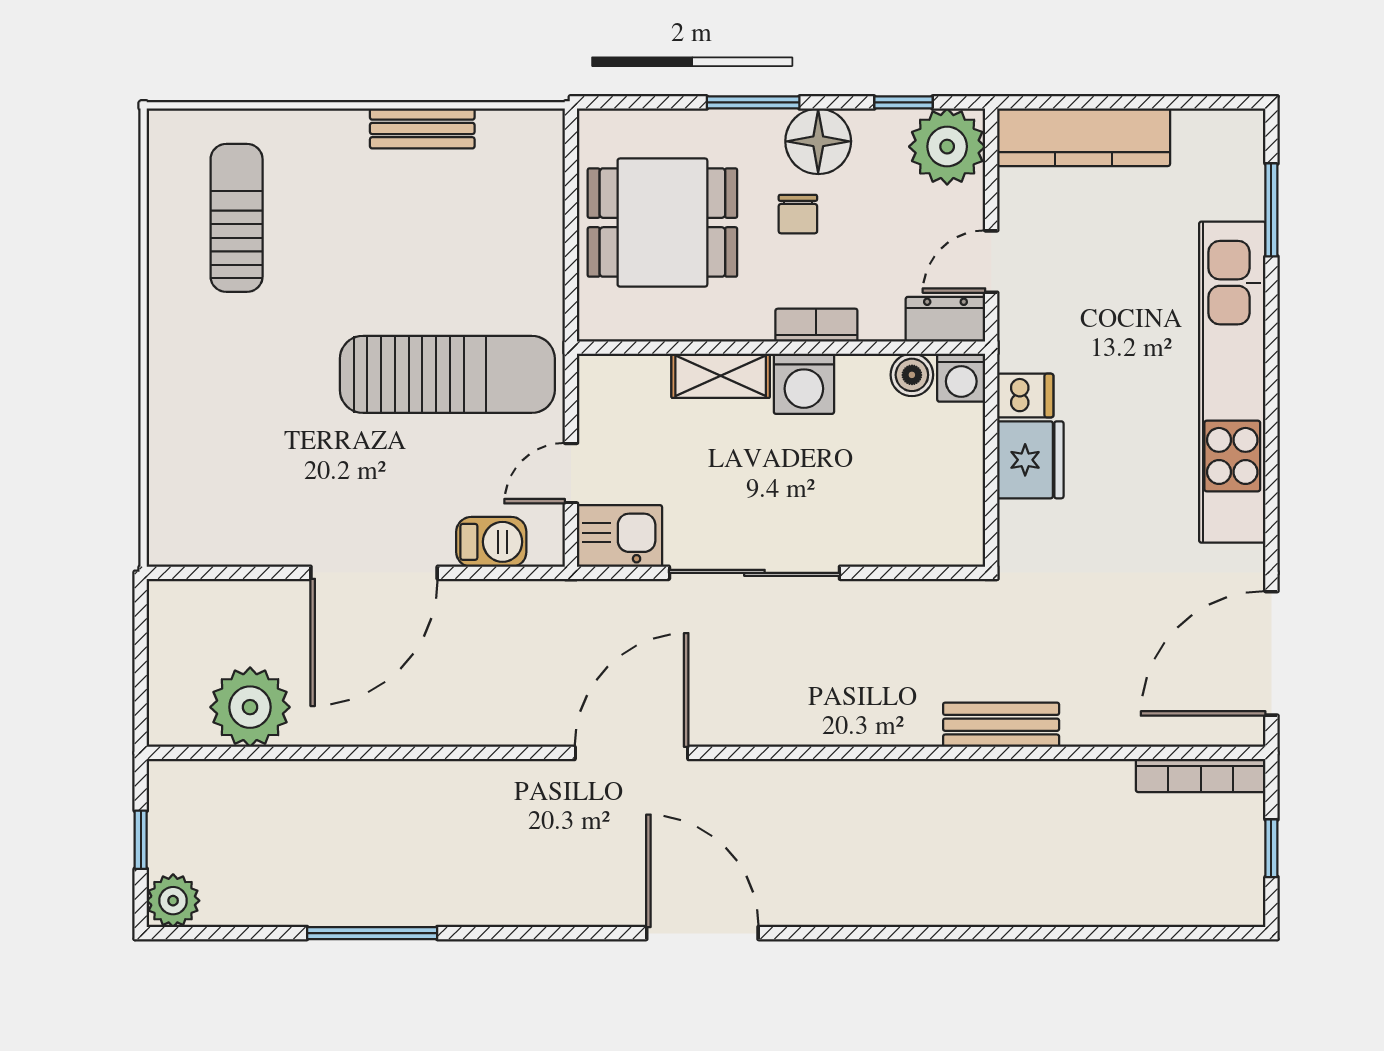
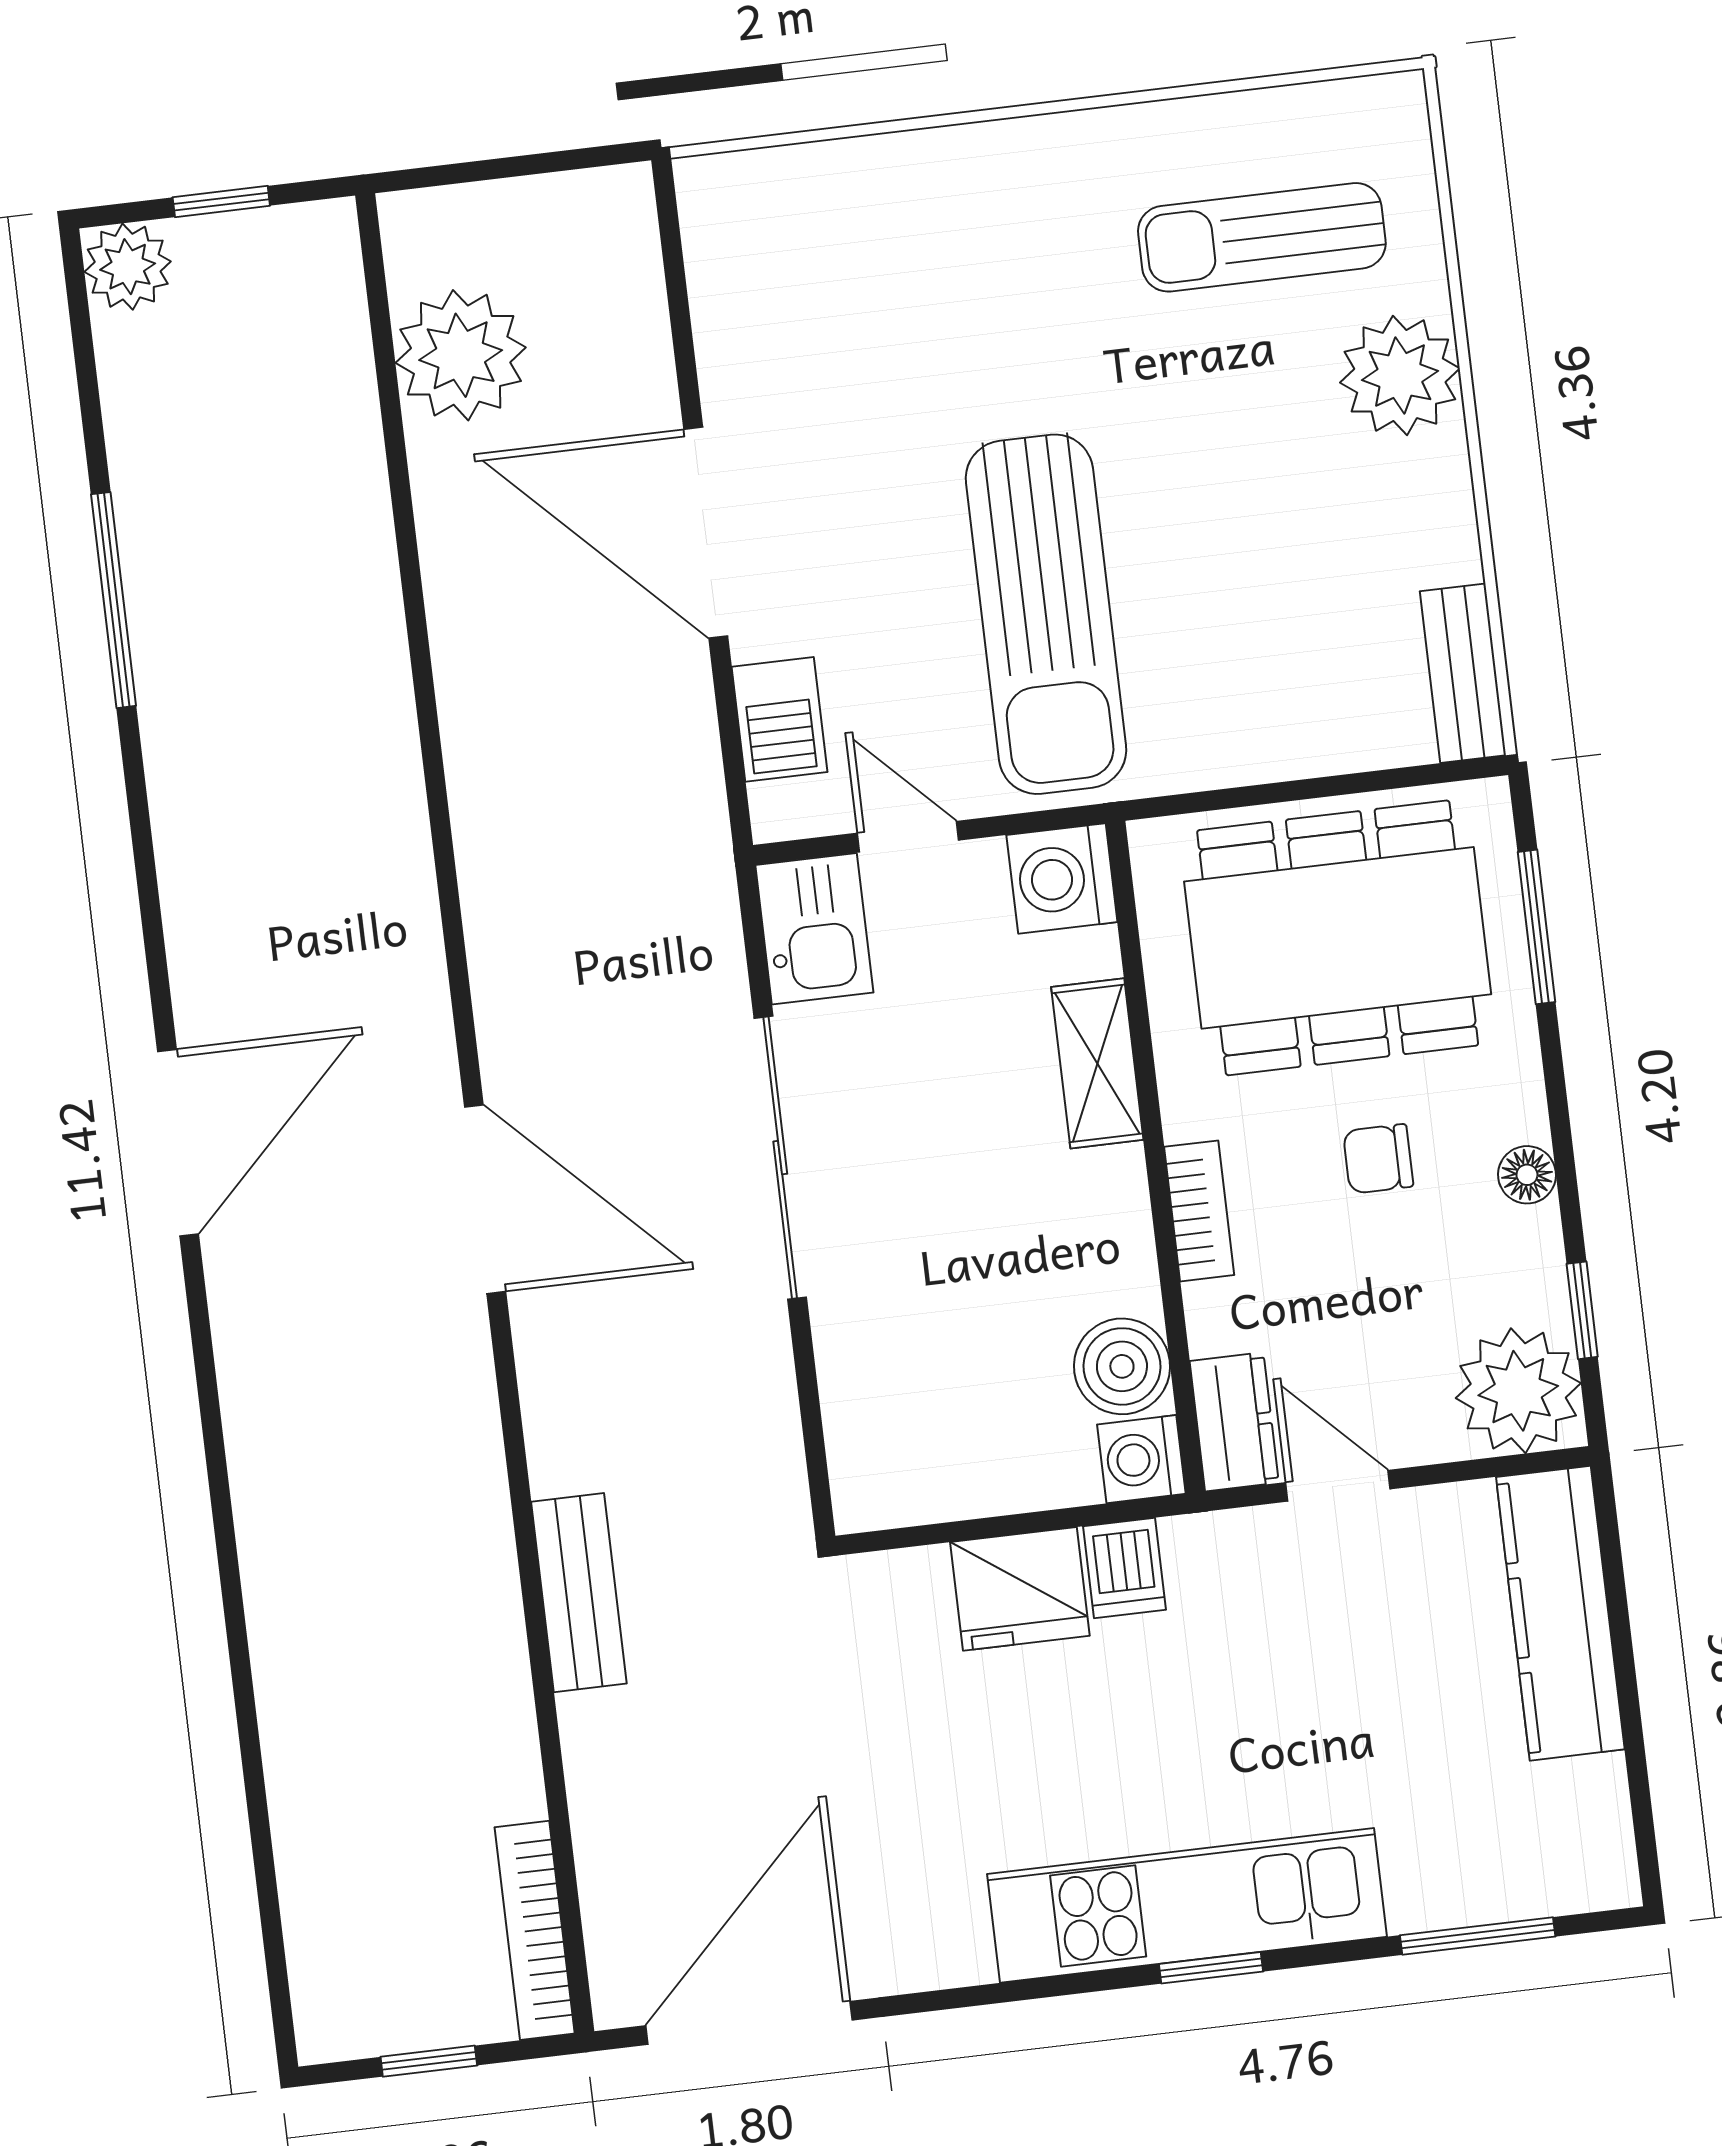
window: (753, 102) -> (1536, 927), moved
bench: (422, 128) -> (1463, 673), moved
floor lamp: (818, 141) -> (1527, 1175), width x0.53, depth x0.53
plant: (329, 145) -> (1400, 376), added
sun lounger: (237, 218) -> (1262, 237), turned 180
dining table: (662, 223) -> (1338, 938), width x1.37
window: (1271, 372) -> (1211, 1968), added
boiler: (912, 375) -> (1122, 1366), width x1.36, depth x1.36
kitchen unit: (1232, 382) -> (1187, 1905), width x0.73
washing machine: (804, 384) -> (1062, 879), moved
door: (1271, 653) -> (749, 2023), hinge flipped
door: (632, 753) -> (485, 1199), moved

